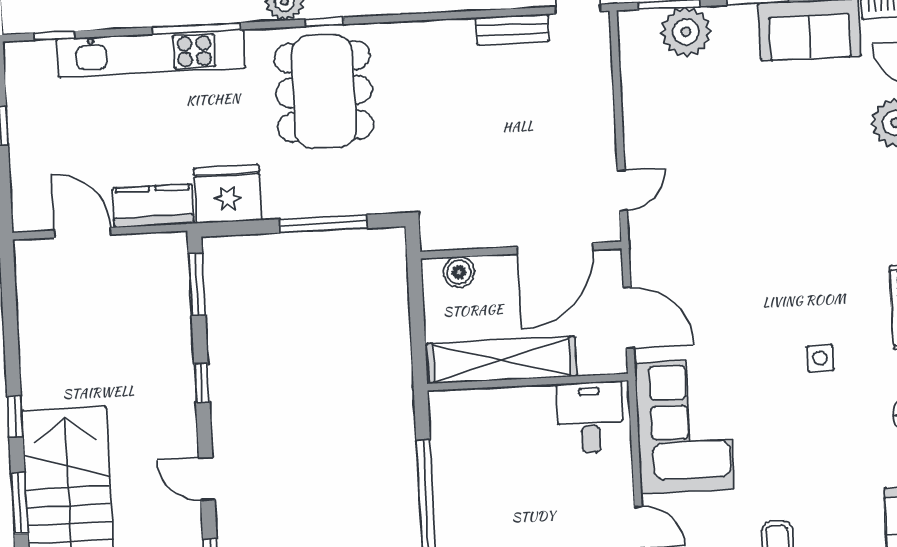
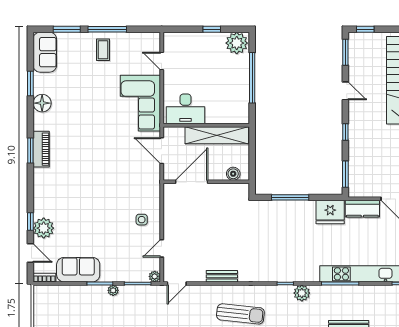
bench: (513, 29) -> (222, 276), moved
plant: (686, 32) -> (155, 276), moved, width x0.53, depth x0.53
dining table: (324, 91) -> (287, 254), removed
door: (622, 190) -> (162, 248), moved
side table: (820, 358) -> (142, 220), moved
desk: (590, 417) -> (185, 109), width x1.37

